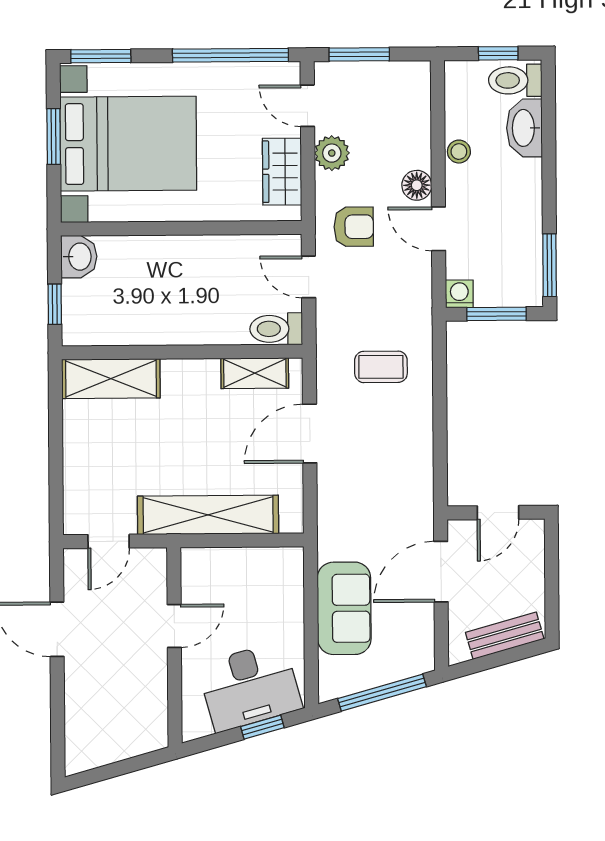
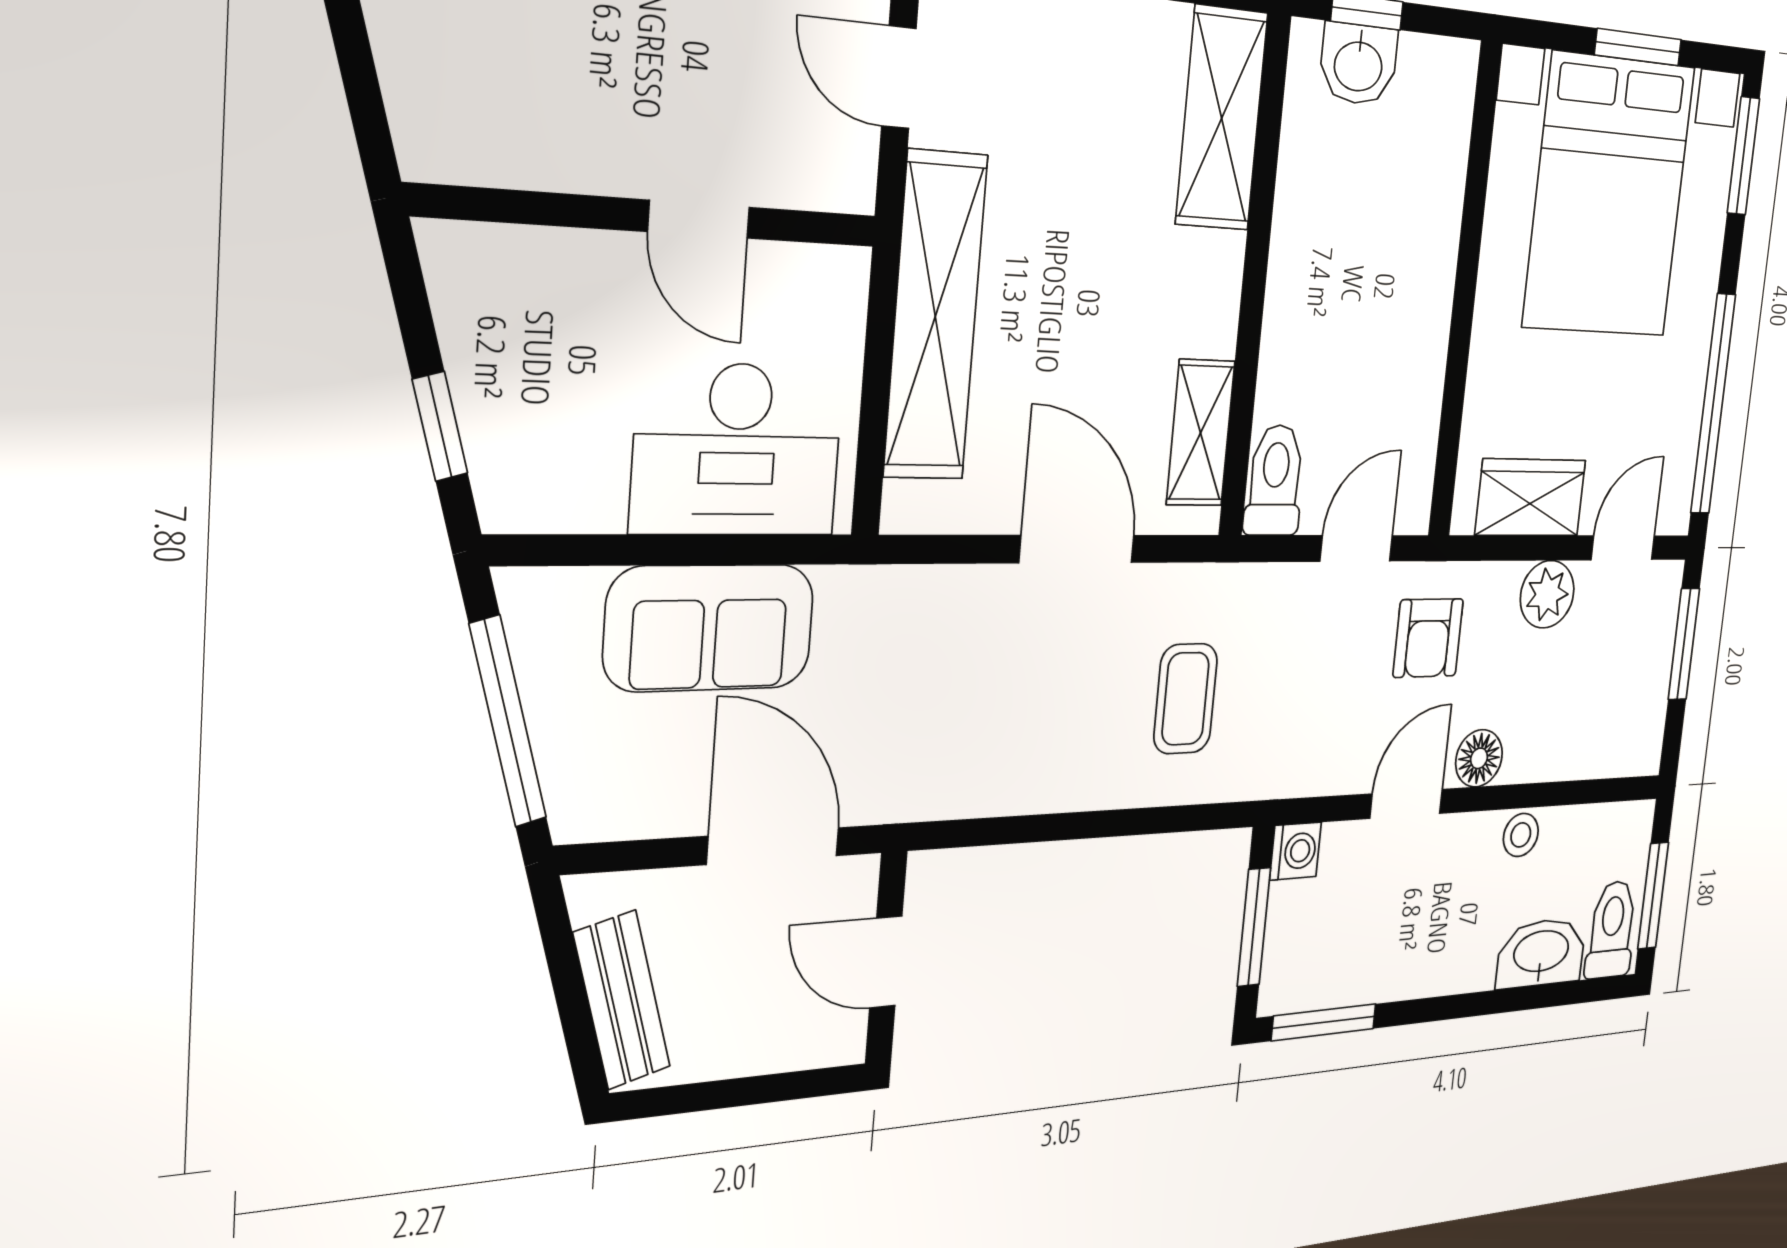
window: (498, 53) -> (1653, 896), width x1.50
washbasin: (79, 257) -> (1358, 64), moved
desk: (250, 687) -> (738, 450), moved, turned -74

